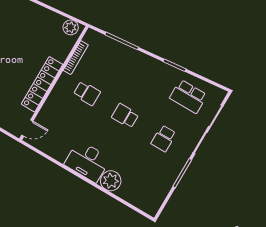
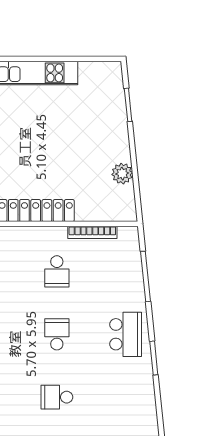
plant: (71, 27) -> (122, 174), moved
school desk: (188, 96) -> (126, 334), moved, turned 180

